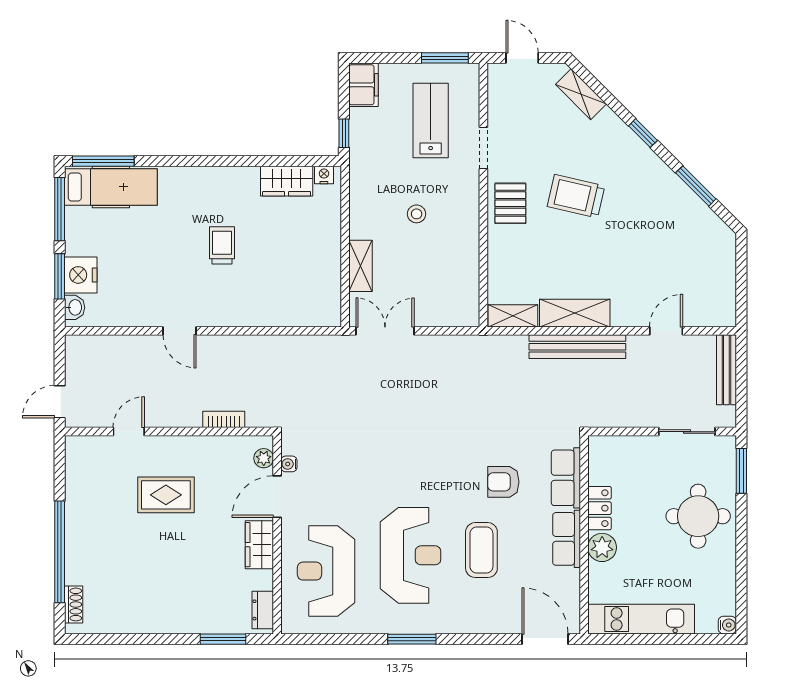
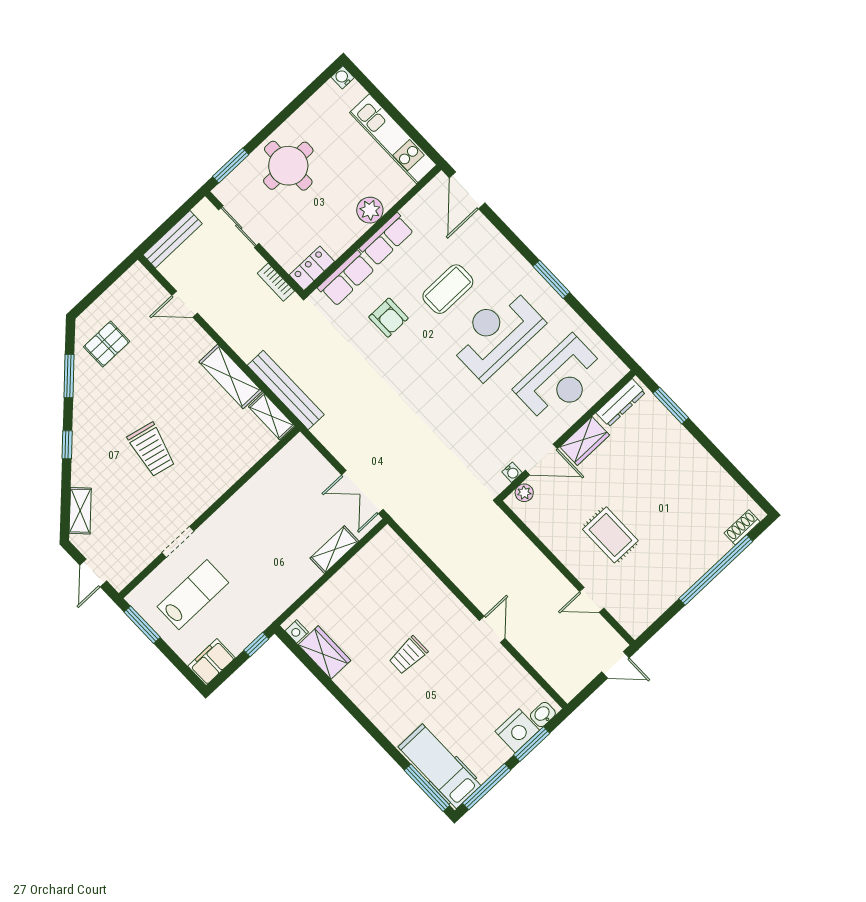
lab bench: (431, 120) -> (193, 595), turned 180
pallet: (510, 203) -> (107, 344), moved
stool: (417, 214) -> (264, 545), removed
bench: (577, 347) -> (286, 390), moved
bookcase: (224, 419) -> (276, 282), moved
locker: (600, 508) -> (312, 268), moved
dresser: (263, 610) -> (621, 403), width x1.44

